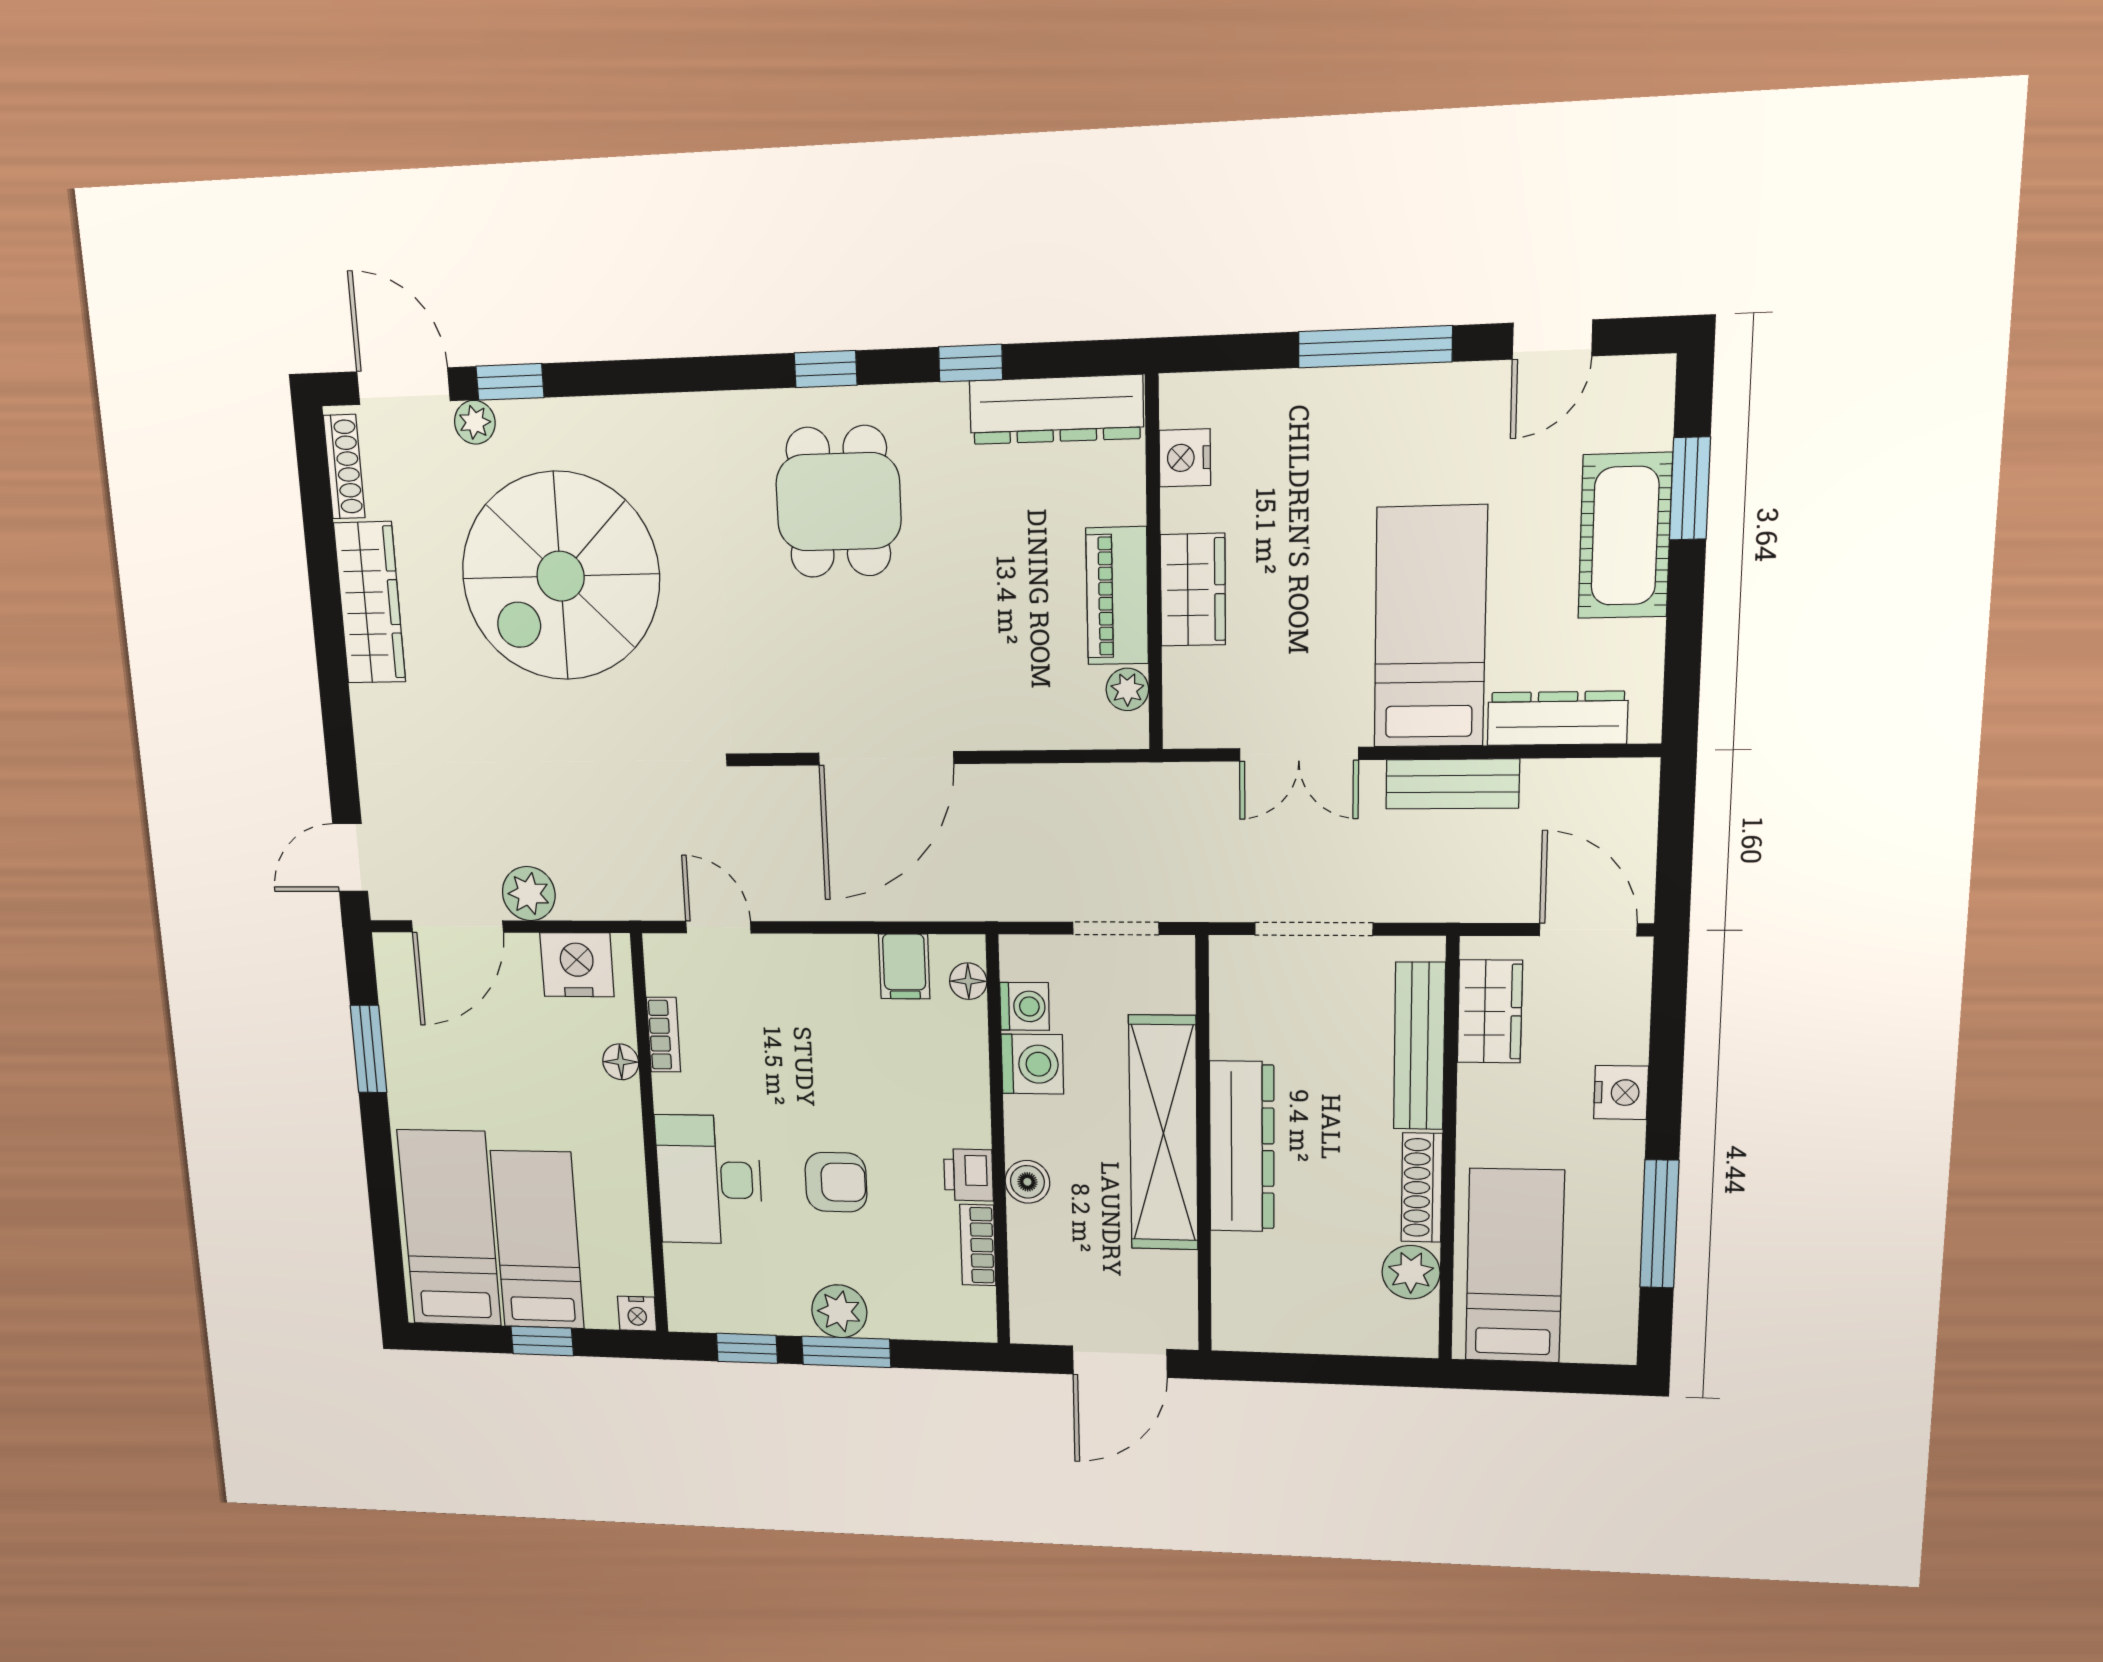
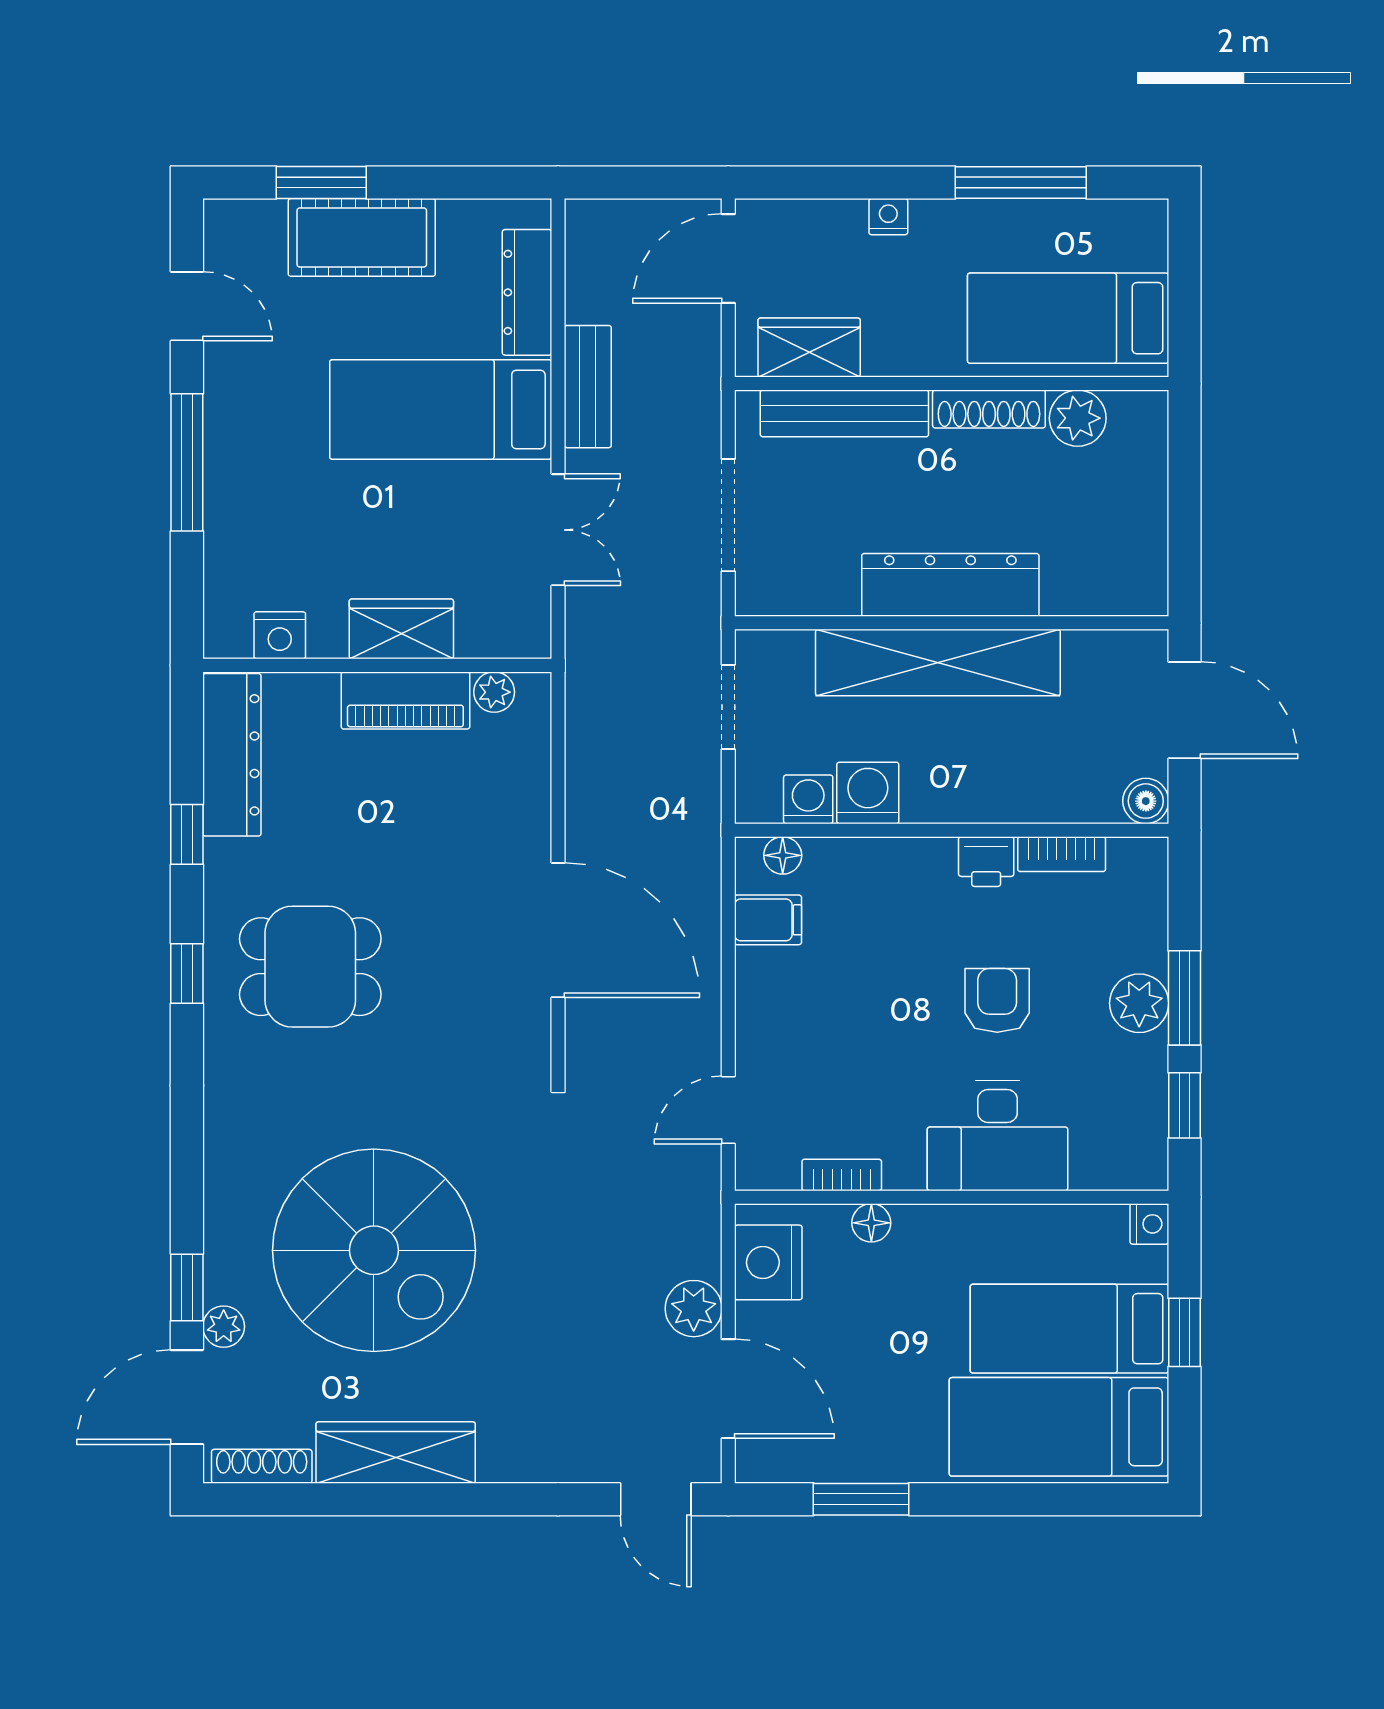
nightstand: (1621, 1092) -> (888, 217), width x0.72, depth x0.74
boiler: (1027, 1182) -> (1146, 801), moved

